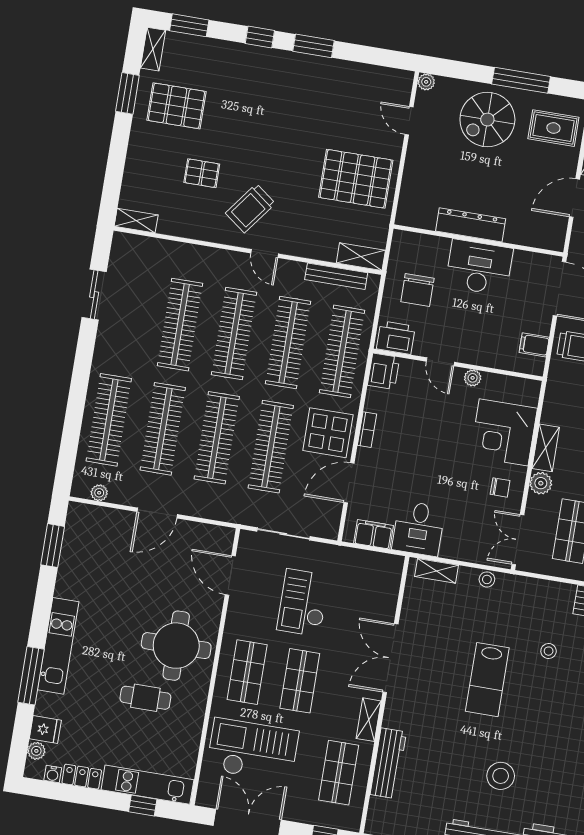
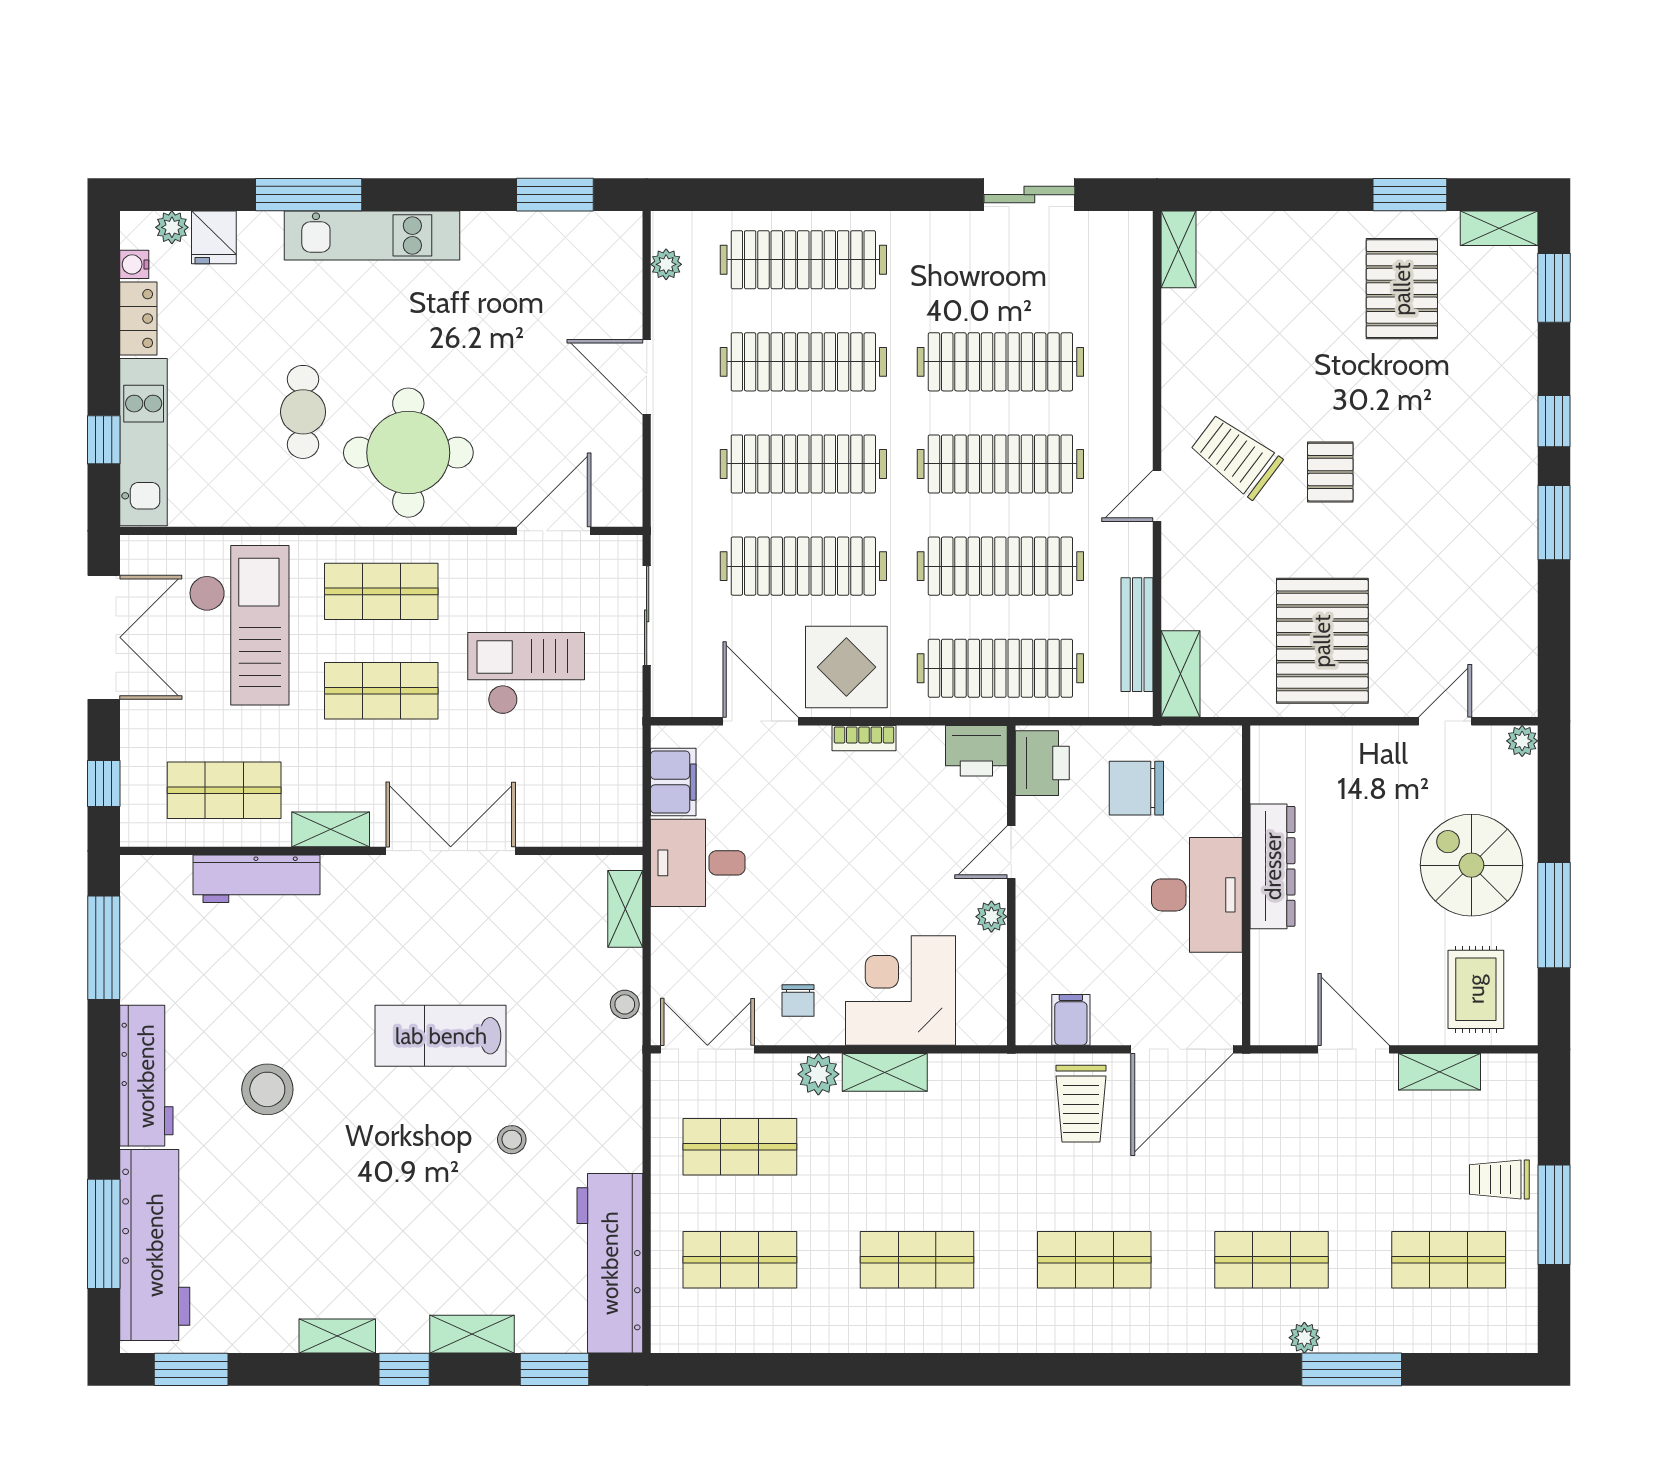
pallet: (202, 173) -> (1330, 472), moved

